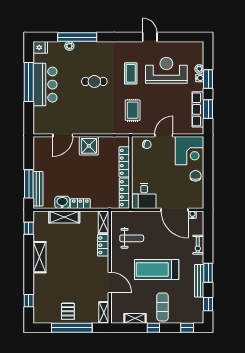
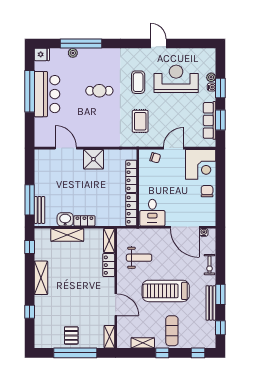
door: (63, 135) -> (66, 148), swing flipped
bench: (38, 189) -> (39, 210), width x0.73
window: (29, 301) -> (30, 312), moved

